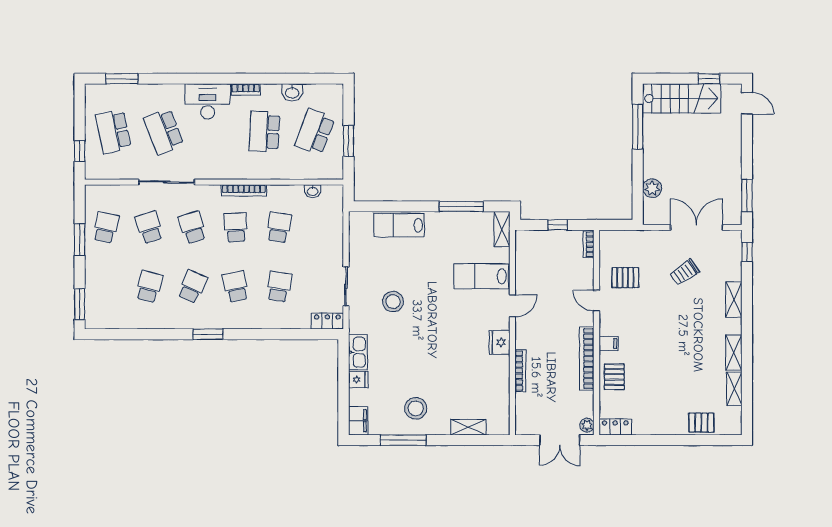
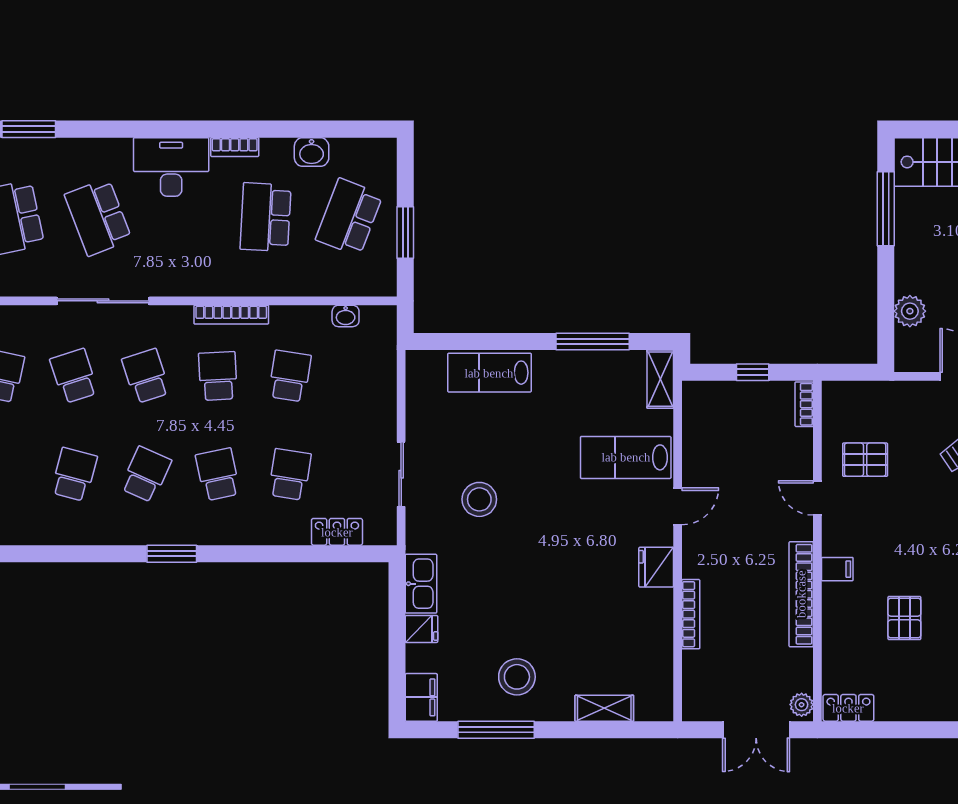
locker: (327, 321) -> (337, 532), moved
pallet: (614, 377) -> (904, 618), moved

